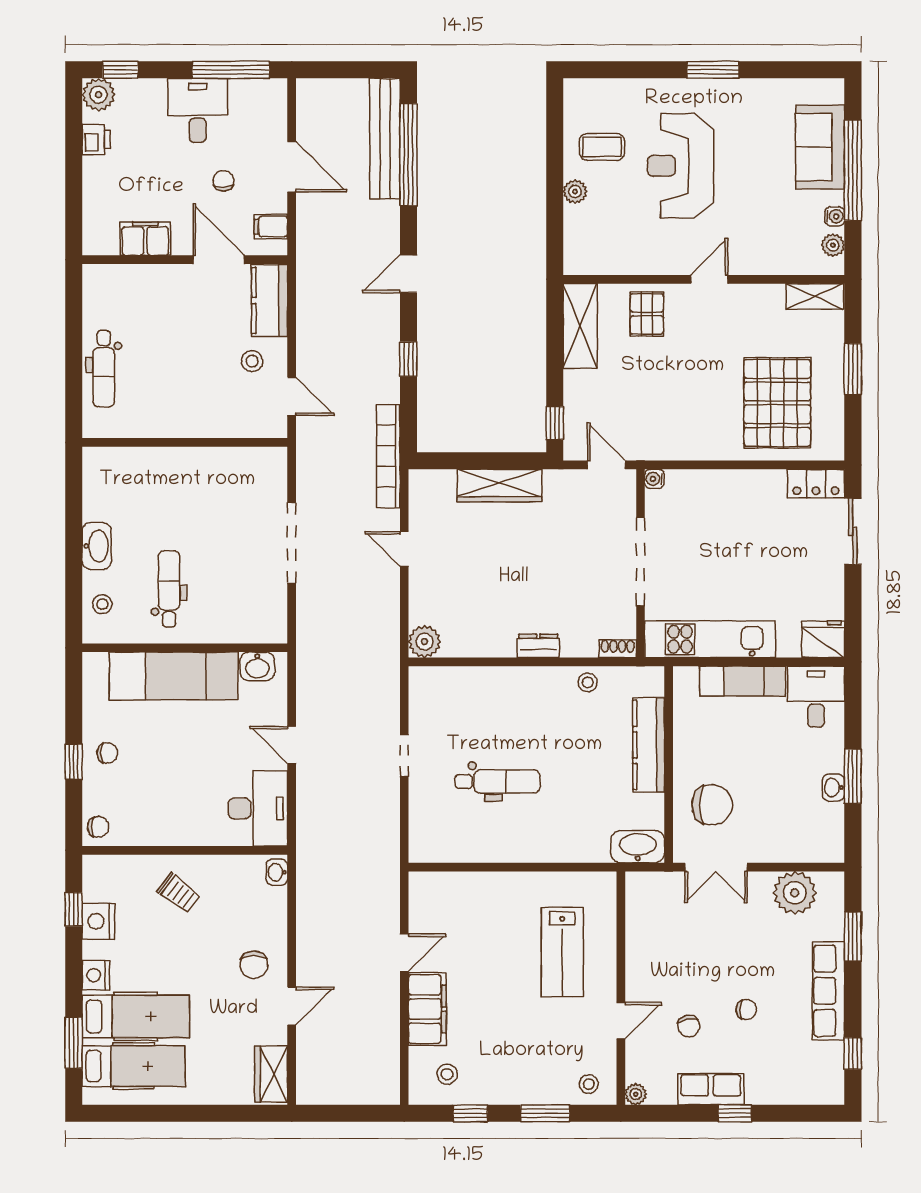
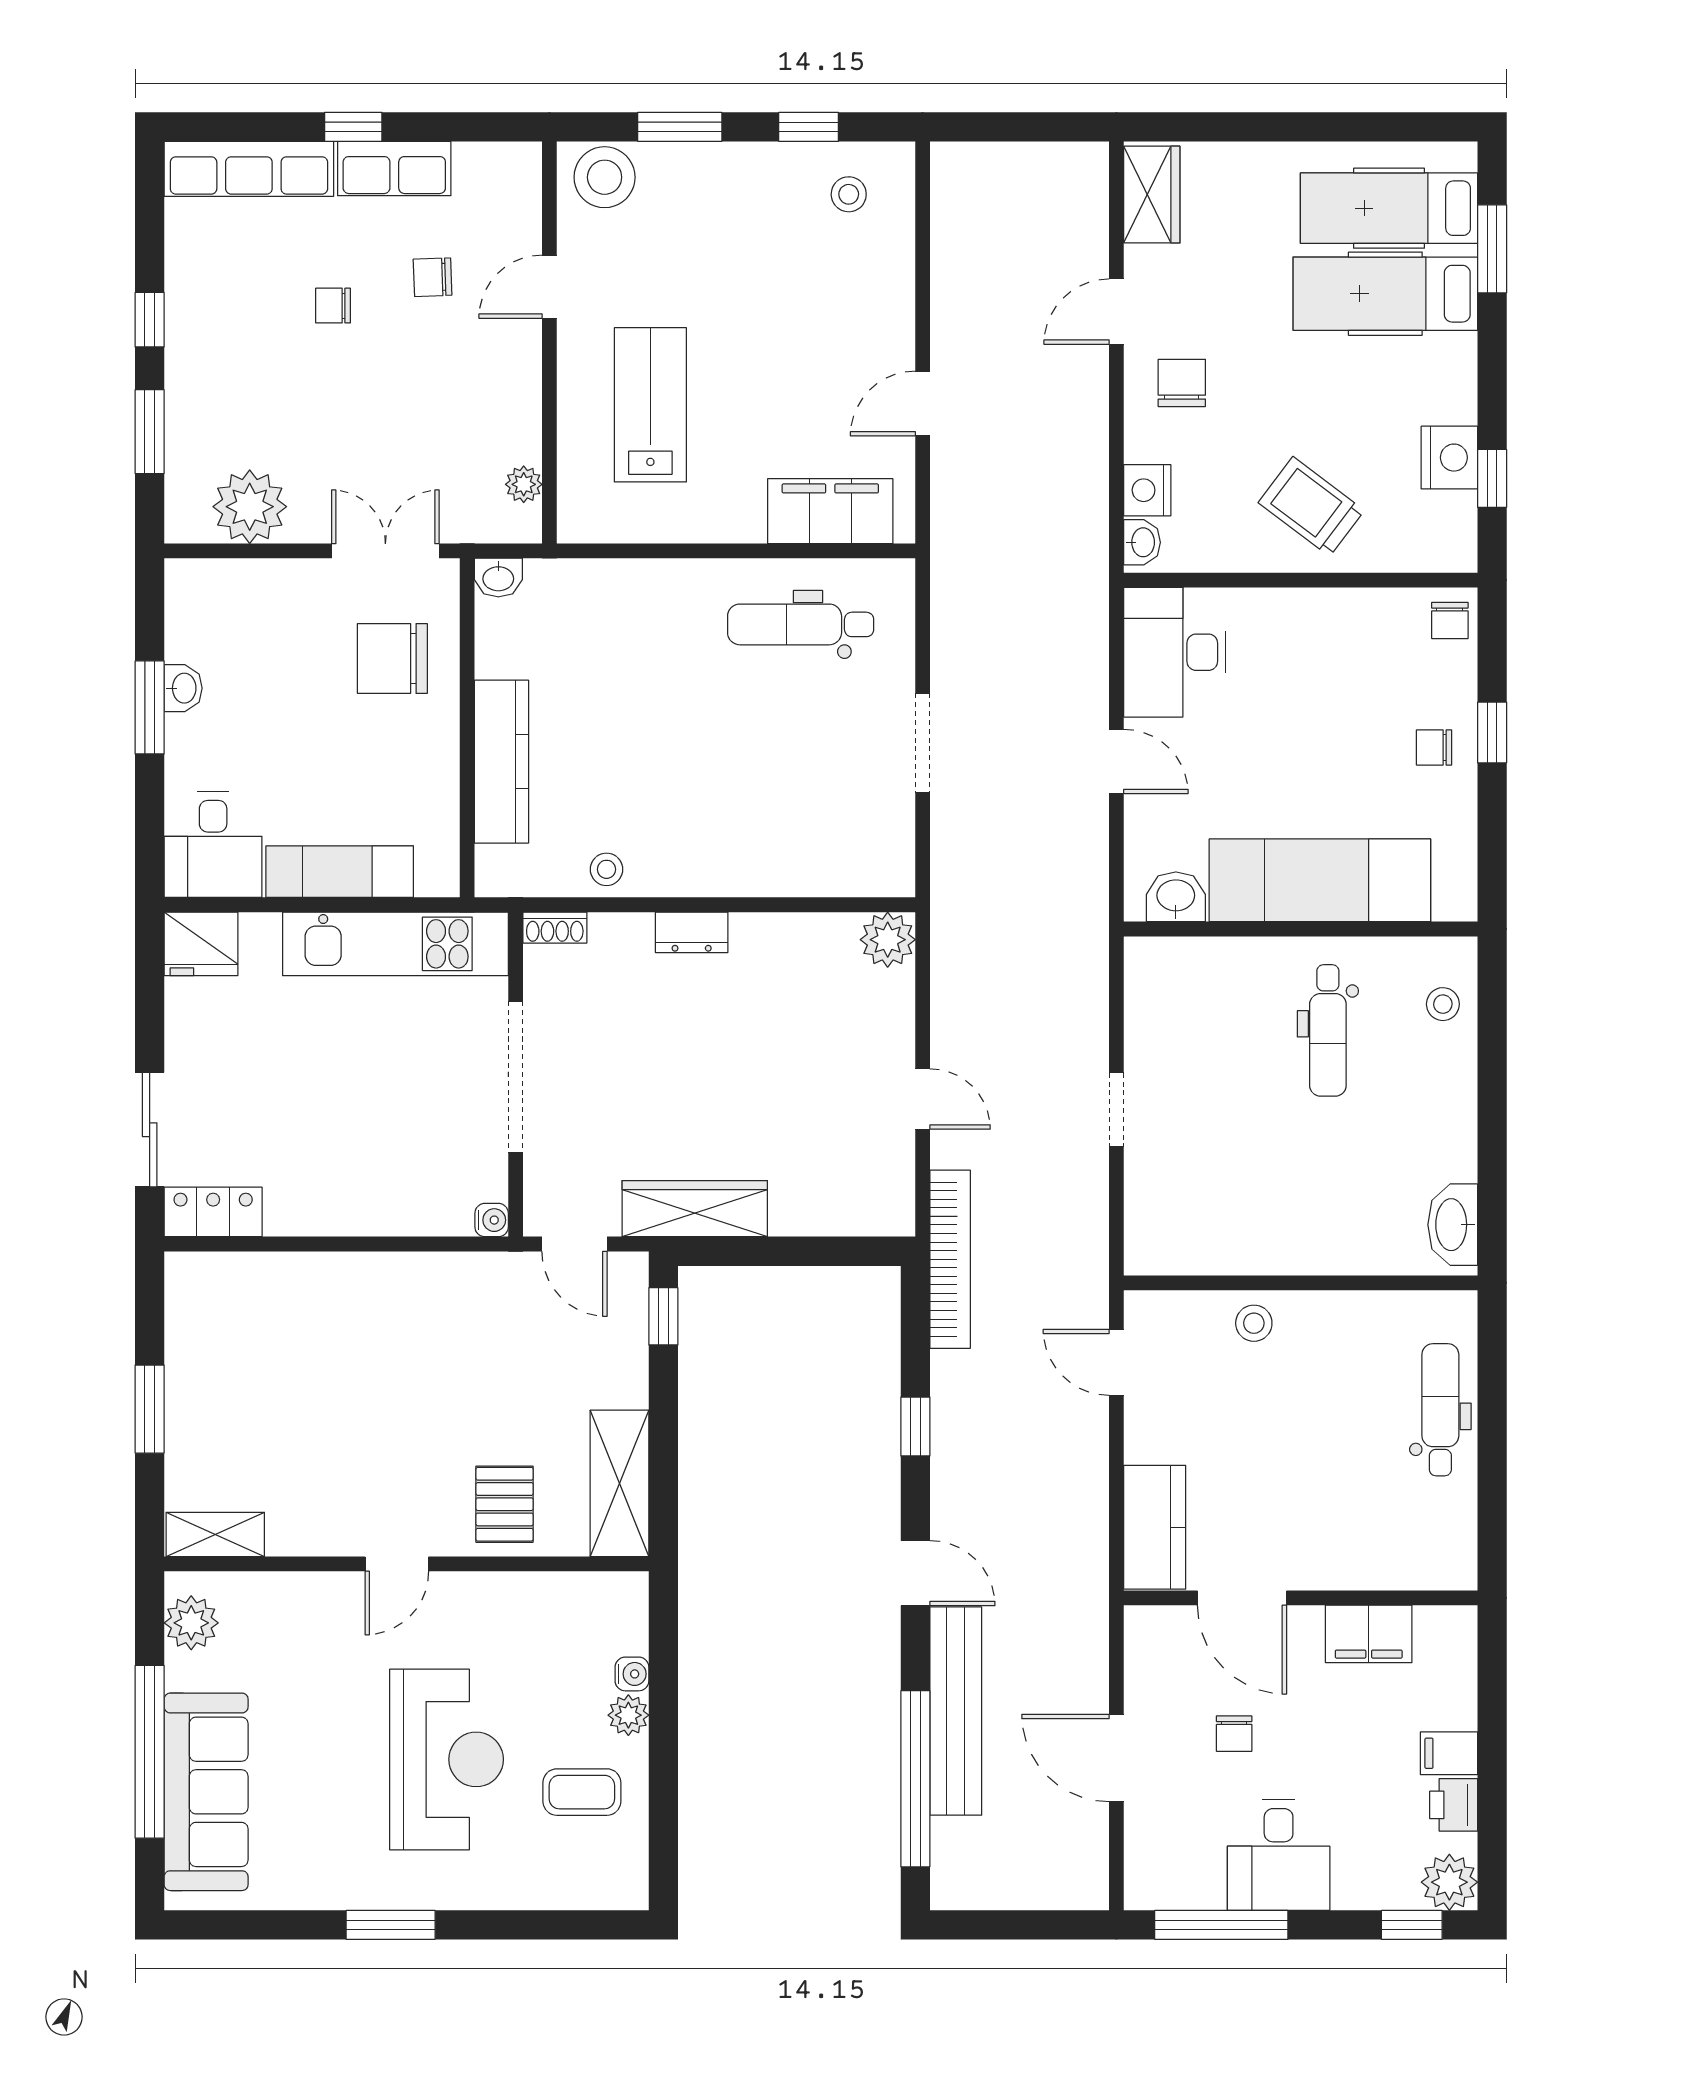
bench: (385, 139) -> (956, 1711), moved
sofa: (820, 147) -> (206, 1792), width x1.36
water cooler: (835, 216) -> (632, 1674), moved, turned 180
filing cabinet: (271, 227) -> (1449, 1753), moved, turned 180
plant: (833, 245) -> (191, 1623), width x1.38, depth x1.38
door: (408, 274) -> (915, 1573), hinge flipped
stool: (252, 361) -> (1254, 1323), moved
pallet: (777, 403) -> (280, 1351), removed
wardrobe: (499, 485) -> (695, 1209), moved
doorway: (292, 543) -> (1116, 1110), width x0.53
washbasin: (97, 546) -> (1453, 1225), moved
doorway: (404, 756) -> (923, 743), width x1.38
dental chair: (498, 782) -> (801, 624), moved
chair: (98, 827) -> (1450, 620), turned -90
washbasin: (638, 847) -> (498, 578), width x0.52, depth x0.69
trolley: (179, 893) -> (1311, 507), width x1.36, depth x1.39
nightstand: (96, 975) -> (1147, 490), moved, turned 180
row of seats: (828, 991) -> (249, 169), moved, turned 90
filing cabinet: (427, 1009) -> (830, 511), moved, turned 90
chair: (689, 1026) -> (433, 277), turned -80
window: (853, 1053) -> (150, 320), moved
stool: (589, 1084) -> (605, 177), width x1.89, depth x1.89
plant: (636, 1094) -> (524, 484), moved

